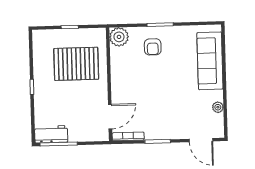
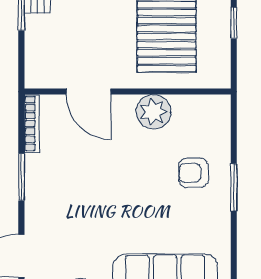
plant: (119, 37) -> (154, 112), moved
door: (110, 117) -> (89, 92), moved

